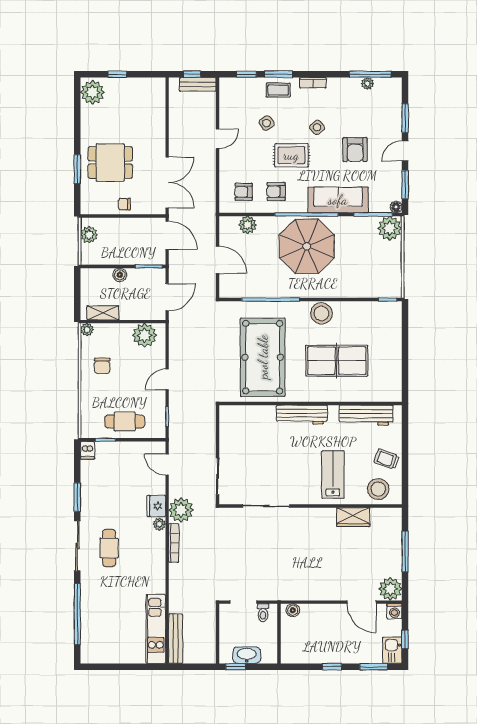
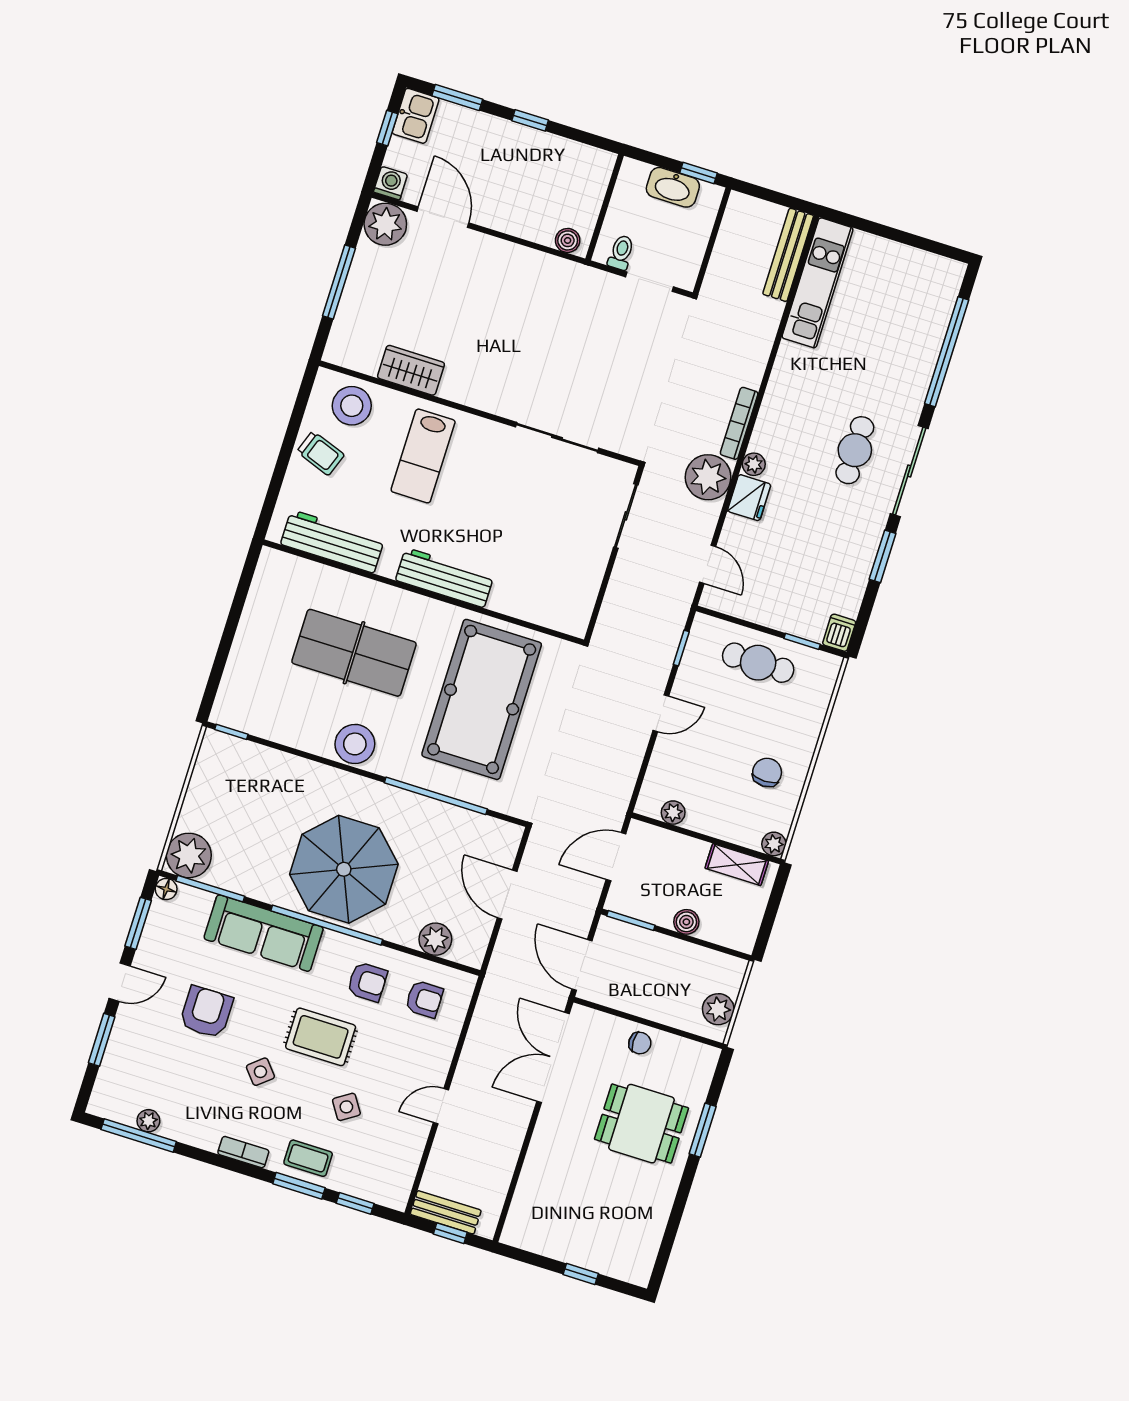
plant: (92, 92) -> (634, 1256), removed
plant: (145, 335) -> (673, 813), width x0.53, depth x0.53

